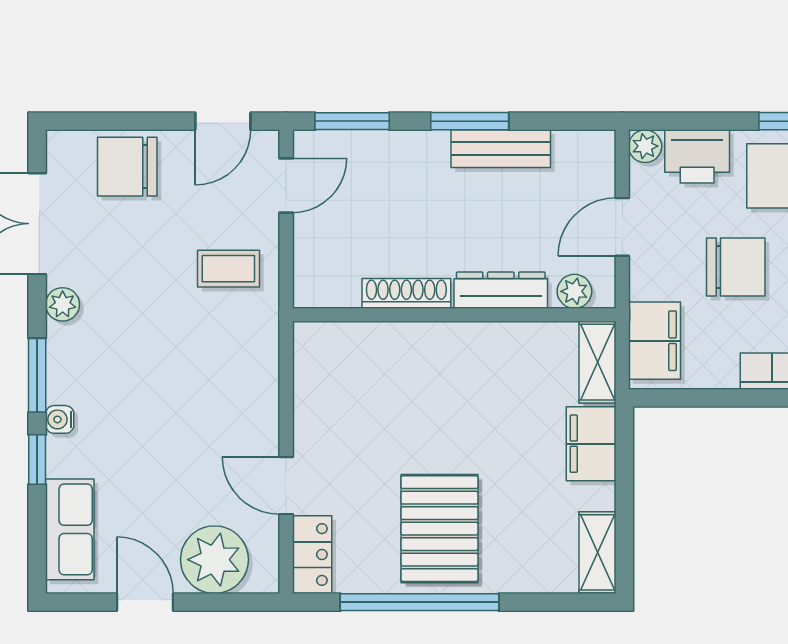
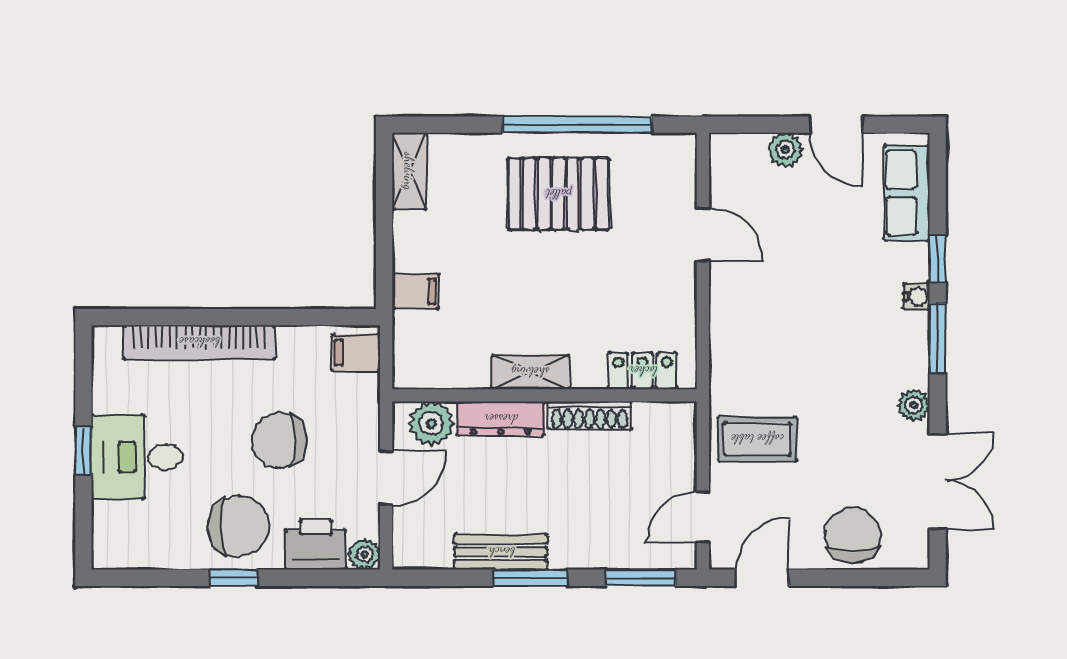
chair: (127, 167) -> (853, 535), turned -90
coffee table: (228, 269) -> (757, 439), width x1.36, depth x1.30
plant: (574, 291) -> (431, 424), width x1.38, depth x1.38
filing cabinet: (654, 341) -> (356, 353), width x0.50
shelving: (597, 362) -> (530, 372), moved, turned 90
filing cabinet: (591, 444) -> (415, 291), width x0.50
pallet: (439, 529) -> (558, 194), turned 90
locker: (312, 554) -> (643, 371), moved, turned 90
plant: (214, 560) -> (785, 150), width x0.53, depth x0.53

